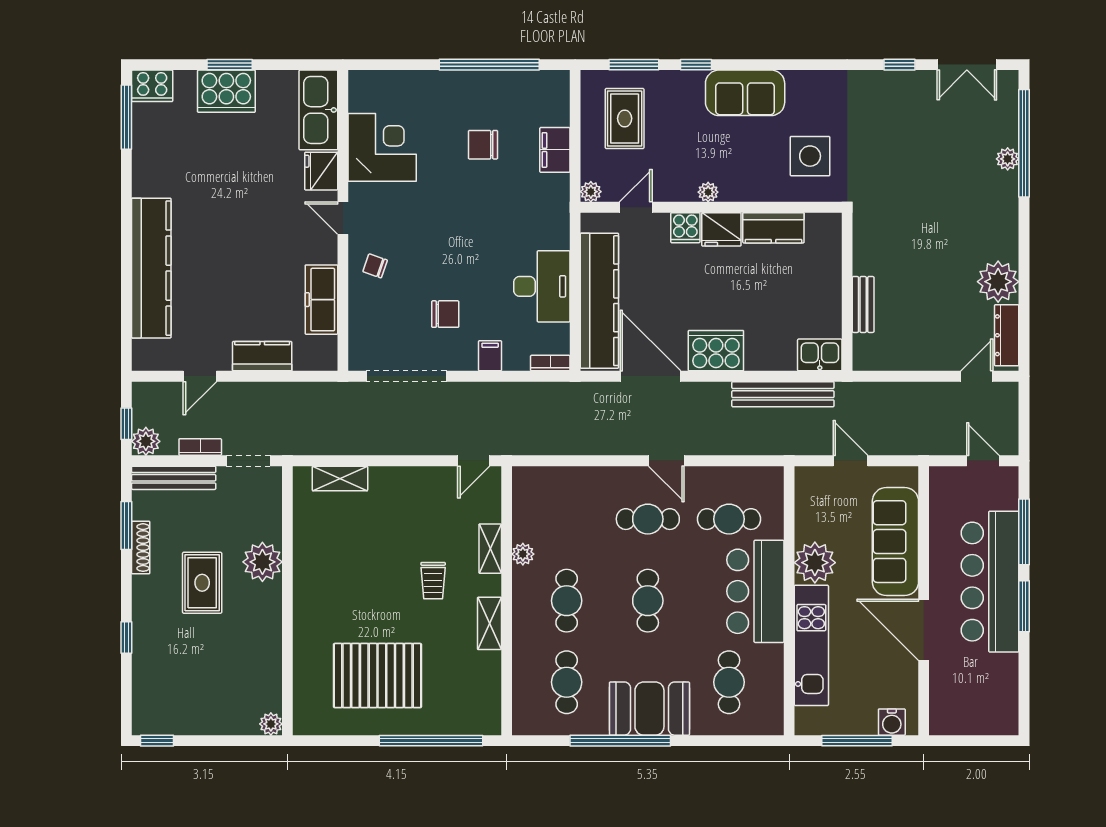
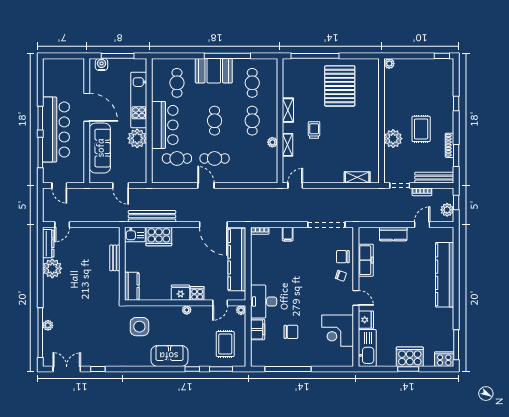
kitchen counter: (773, 228) -> (132, 286), moved, turned 90
desk: (542, 286) -> (264, 302), moved
chair: (445, 314) -> (343, 257), moved
cooker: (716, 351) -> (159, 236), moved
plant: (146, 441) -> (447, 210), moved
pallet: (377, 676) -> (340, 86), turned 90

